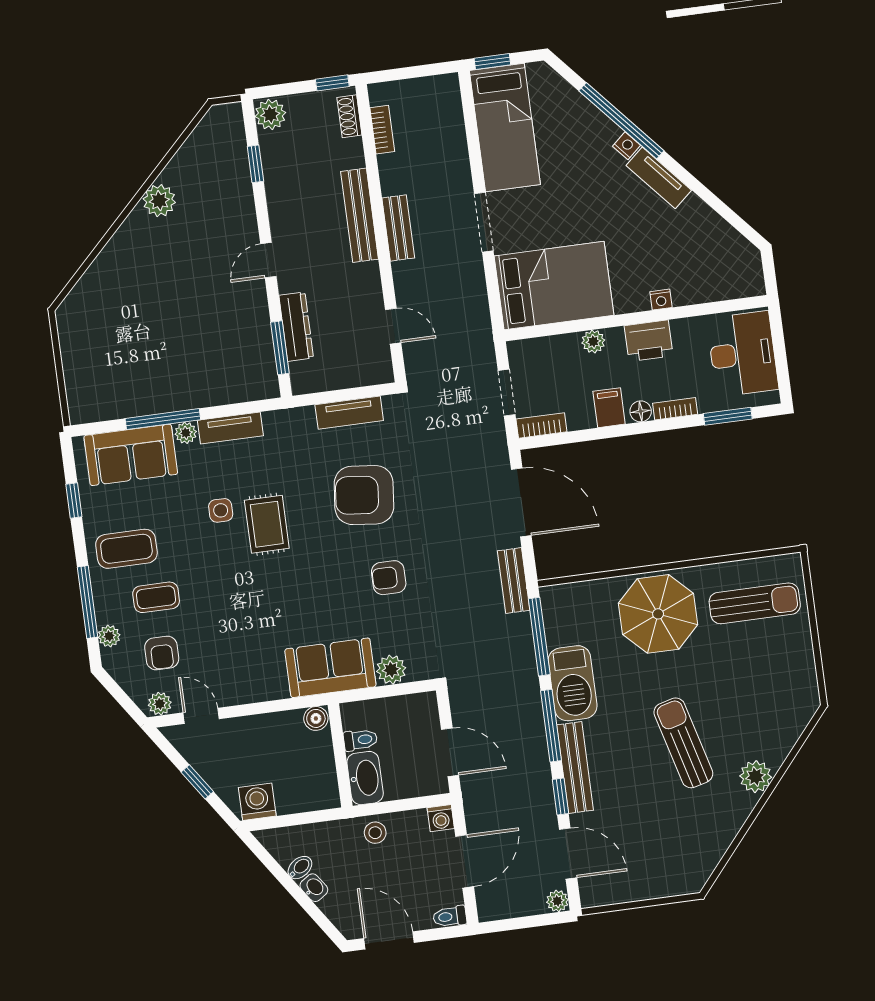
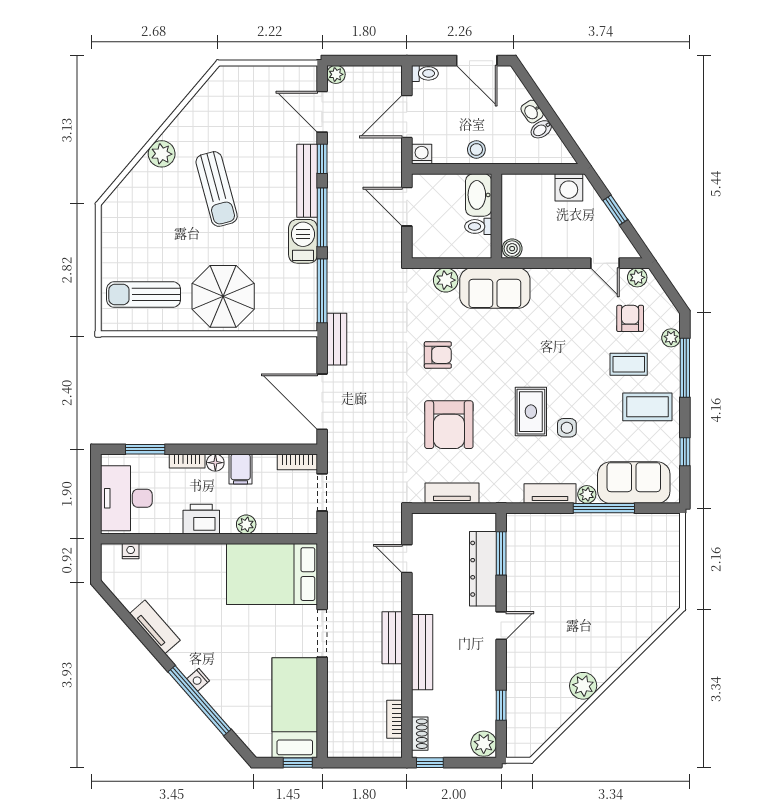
tv unit: (659, 178) -> (155, 627), moved
nightstand: (661, 300) -> (131, 551), moved
dresser: (296, 327) -> (483, 569), width x1.37, depth x1.24
armchair: (364, 495) -> (449, 425), turned 84
barbecue: (573, 683) -> (303, 241), width x0.73, depth x0.83

